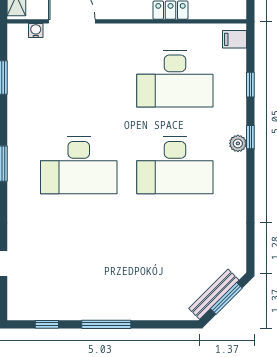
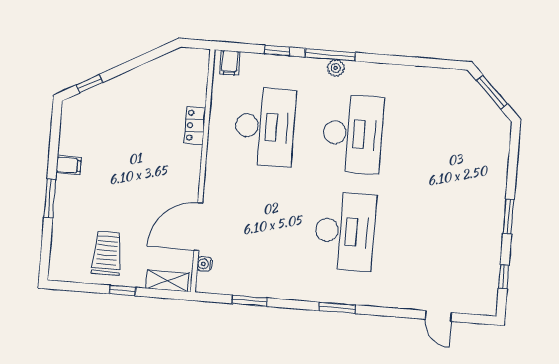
window: (250, 137) -> (330, 55), width x2.17
bench: (214, 294) -> (487, 105), removed
window: (106, 324) -> (509, 216), width x0.69

